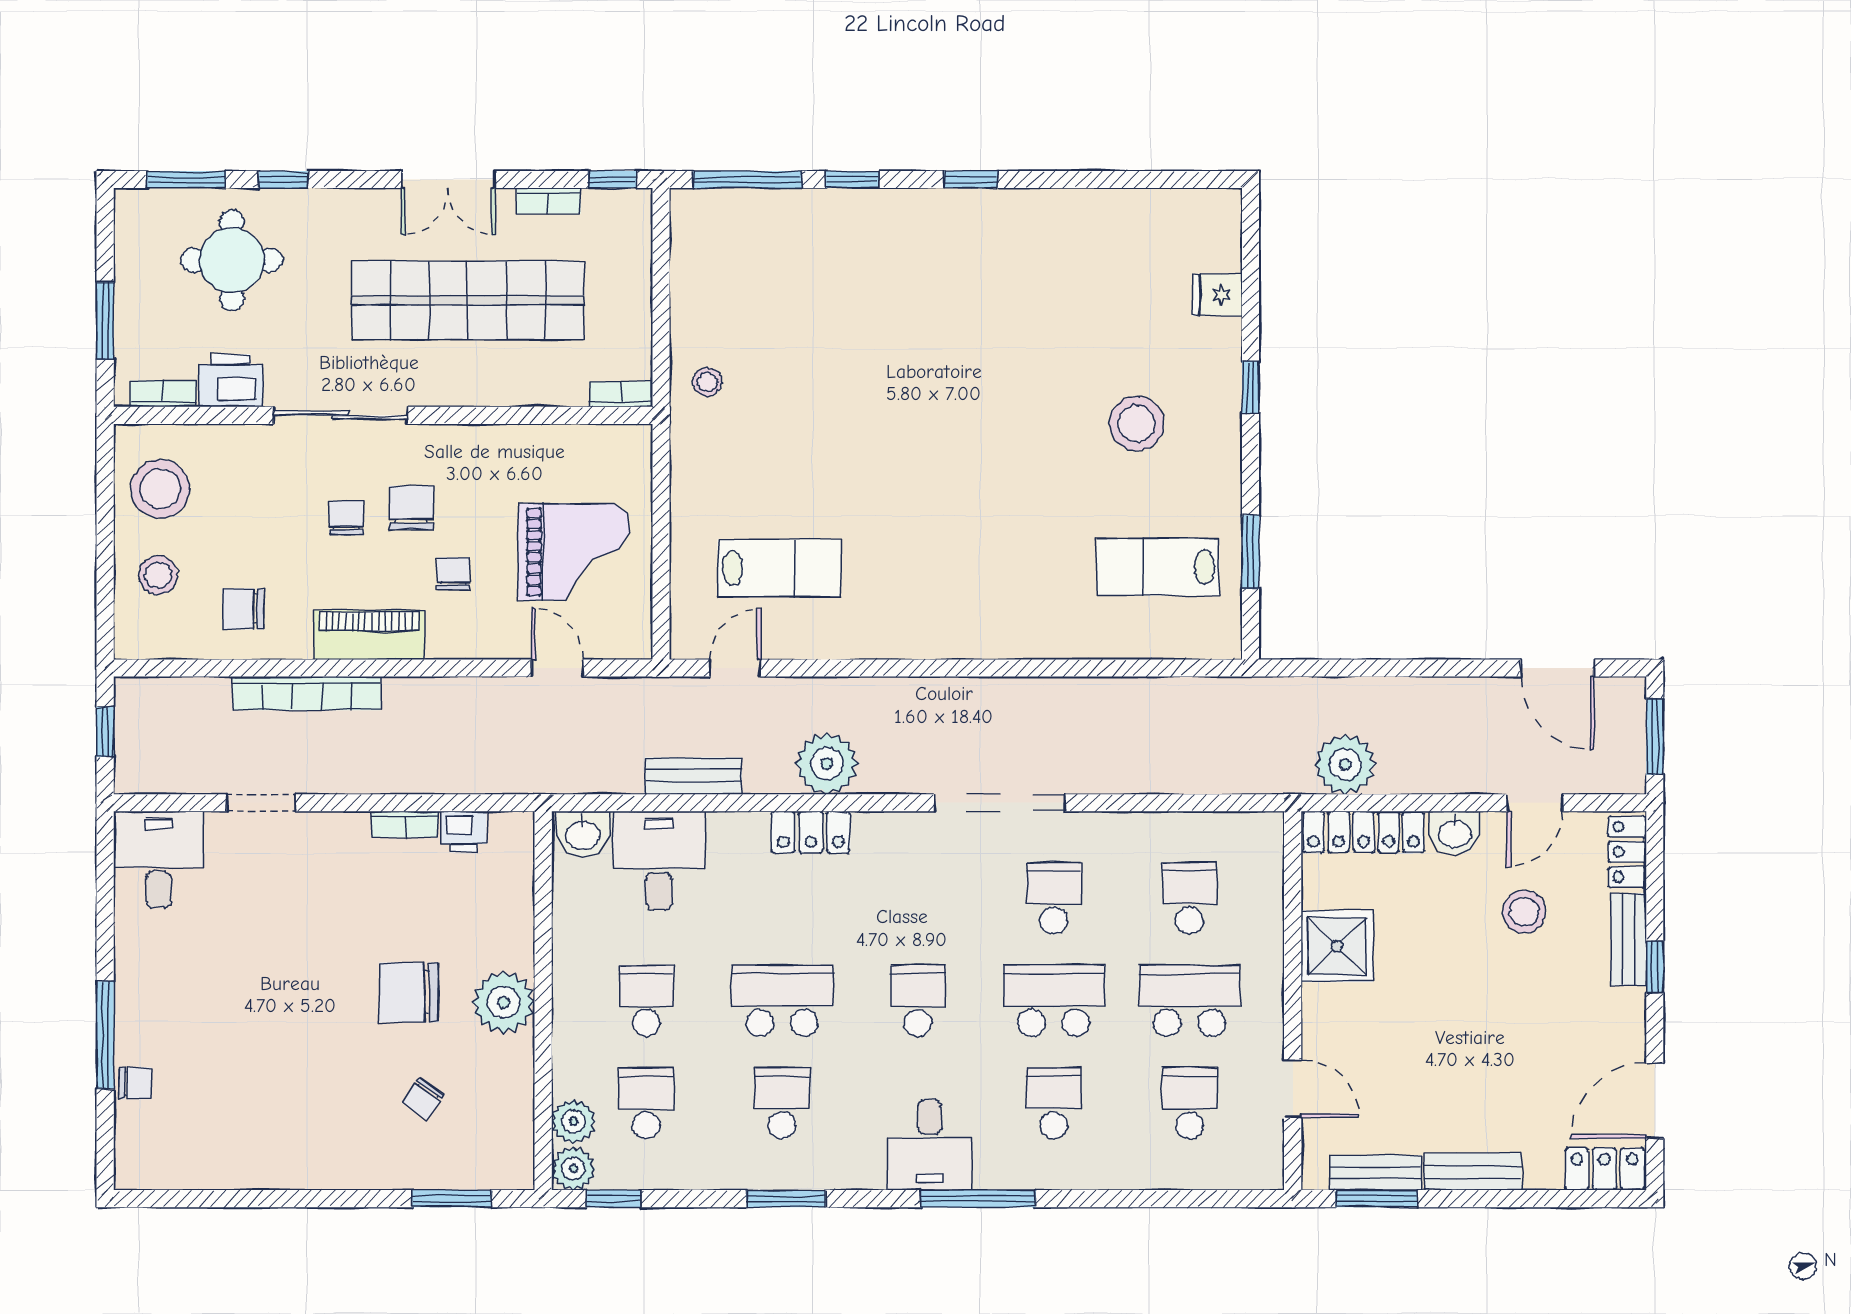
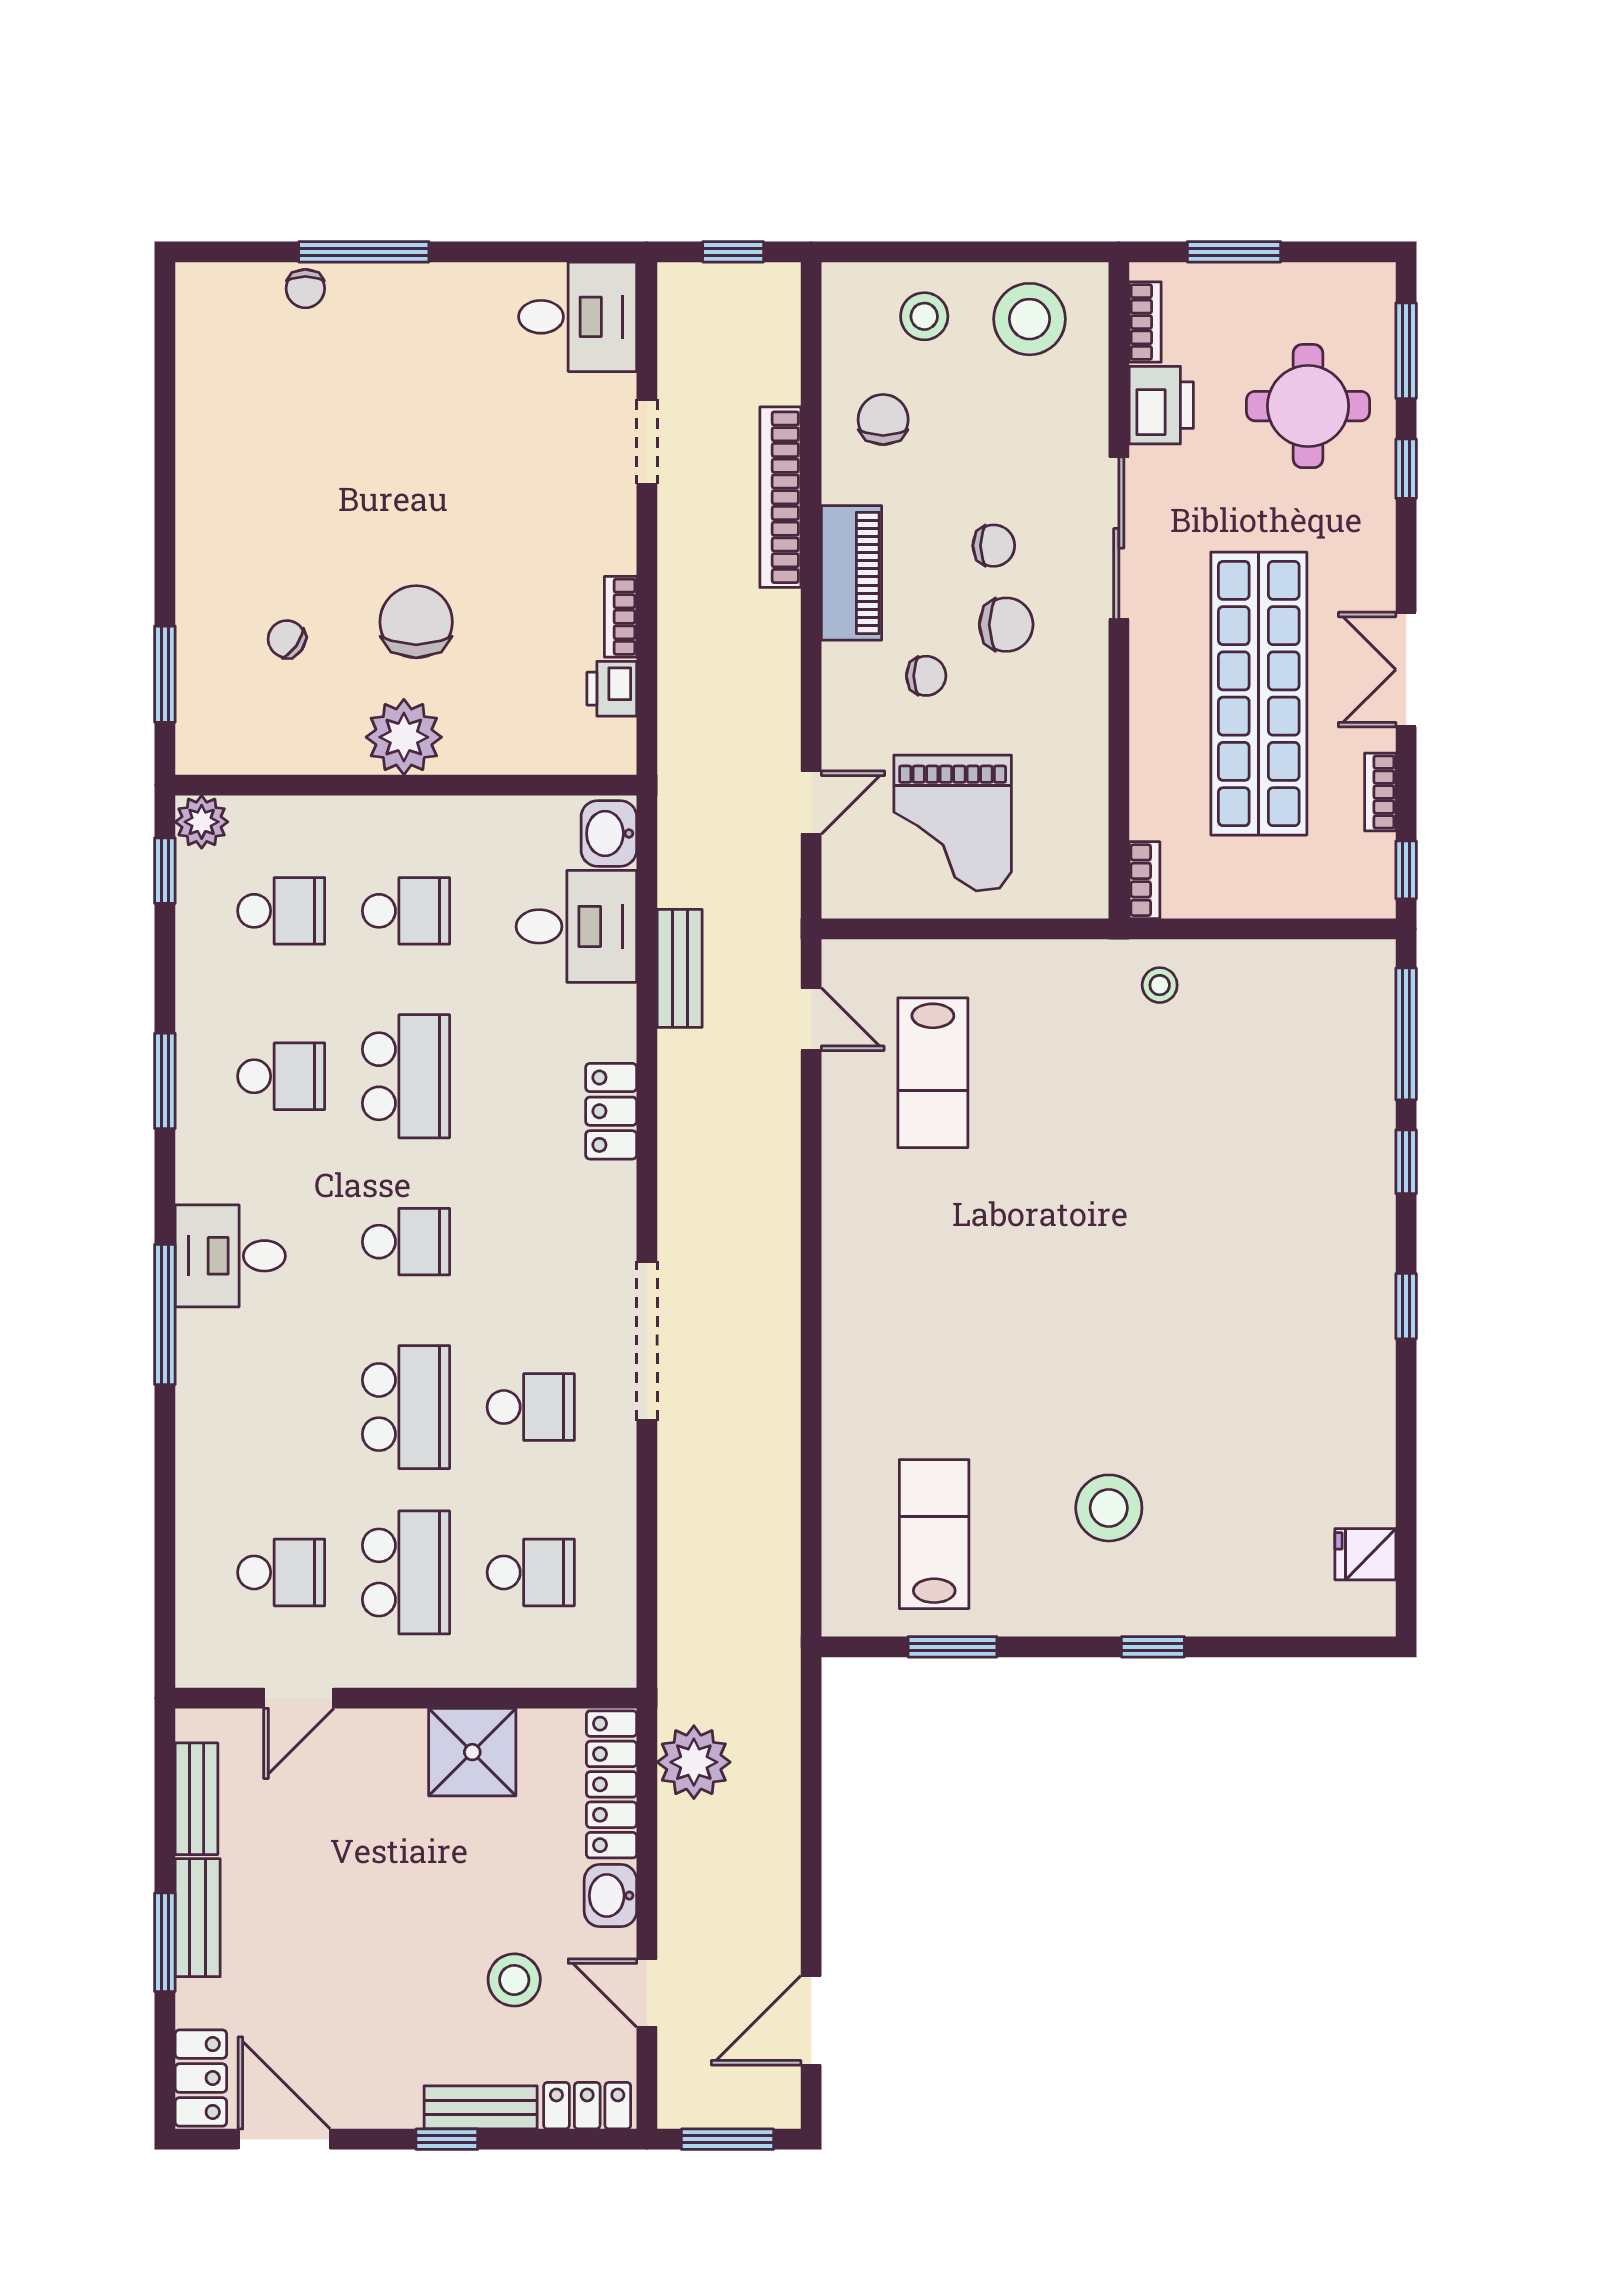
fridge: (1217, 295) -> (1365, 1554), moved, turned -90
plant: (827, 763) -> (695, 1131), removed
school desk: (1054, 1103) -> (281, 1407), removed
plant: (574, 1121) -> (259, 822), removed
window: (1376, 1199) -> (165, 1942), moved

